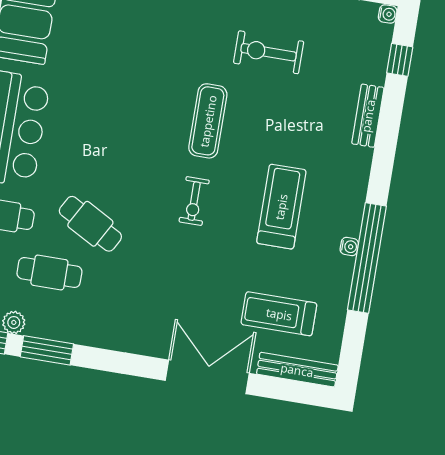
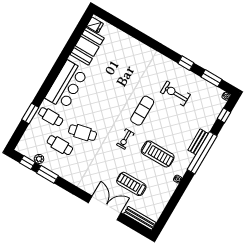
bench: (368, 116) -> (198, 142), moved
treadmill: (281, 207) -> (158, 154), turned 90
cafe table: (90, 224) -> (83, 133), turned -42
window: (367, 258) -> (202, 153), moved
treadmill: (279, 314) -> (131, 184), moved

